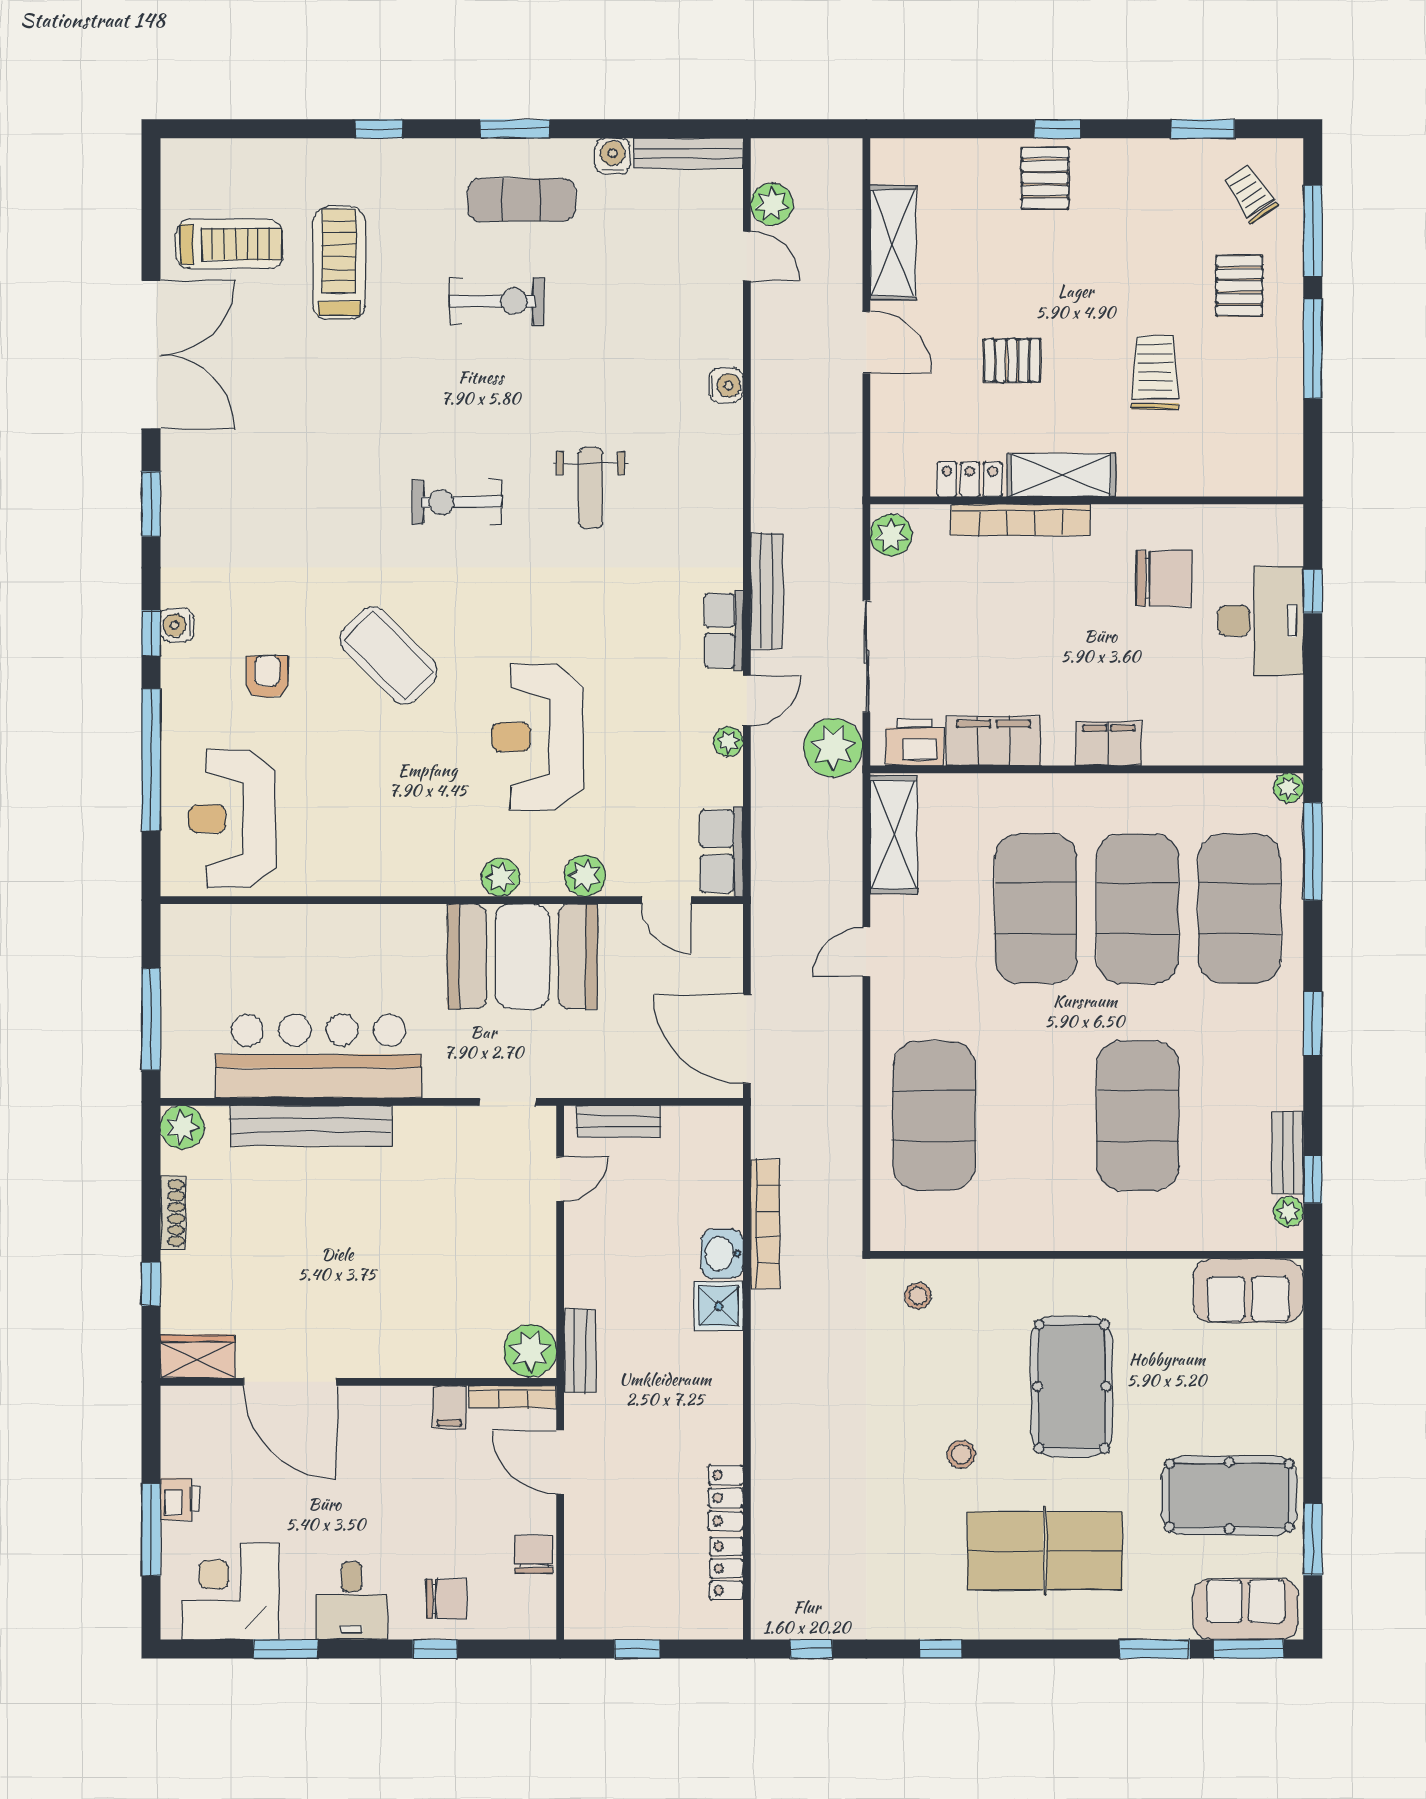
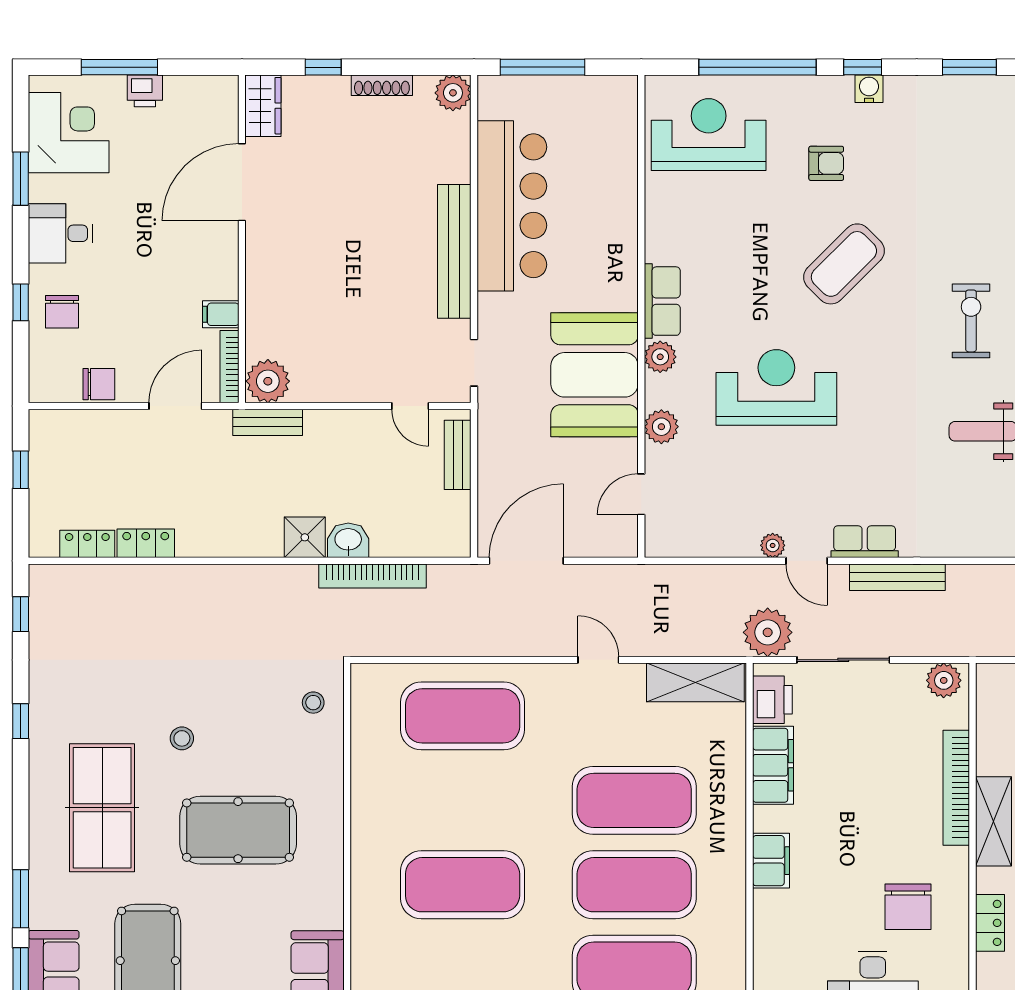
locker: (970, 479) -> (990, 923), moved
row of seats: (722, 851) -> (662, 301), moved, turned 90
bench: (311, 1126) -> (454, 251), moved

